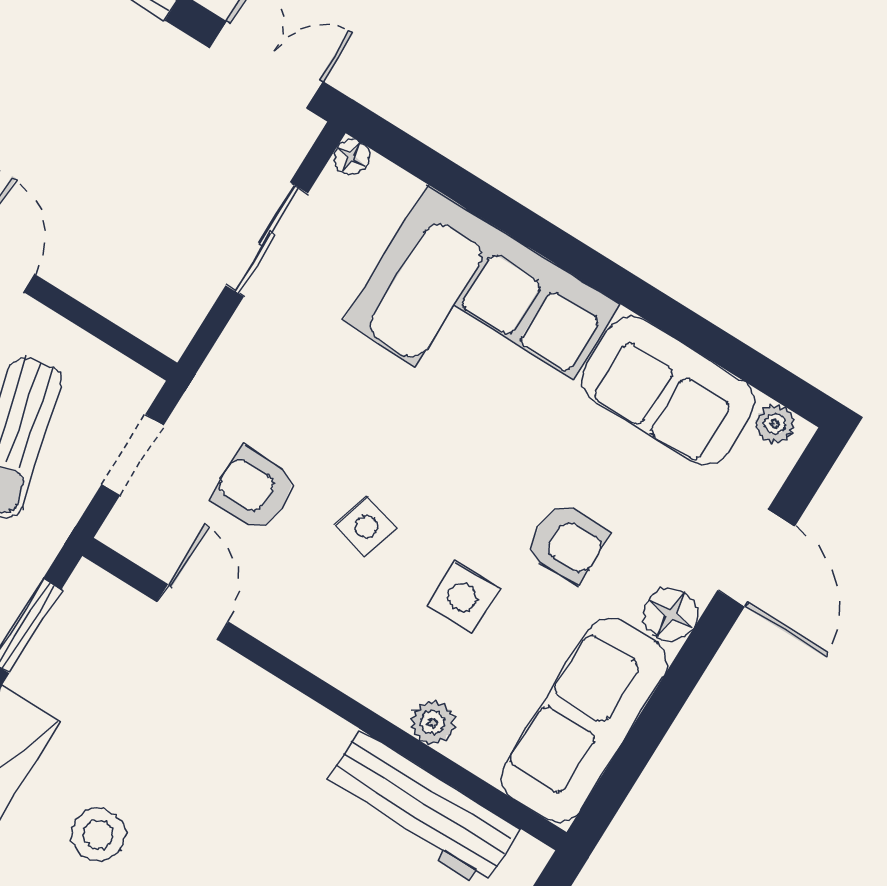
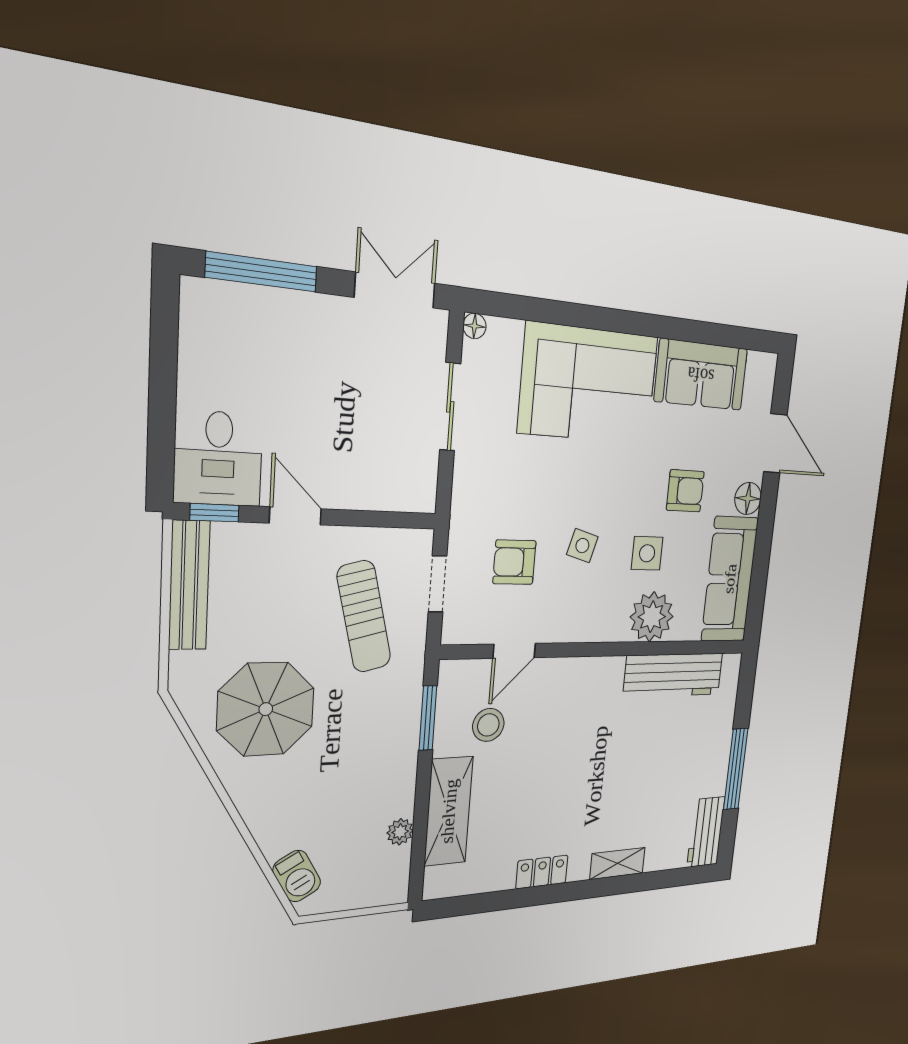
plant: (775, 424) -> (758, 363), removed
door: (193, 612) -> (514, 651), swing flipped
plant: (433, 723) -> (652, 617), width x1.87, depth x1.87
stool: (98, 835) -> (488, 725), moved

